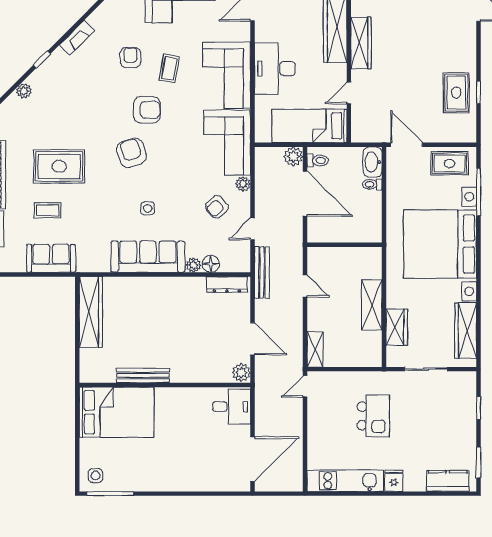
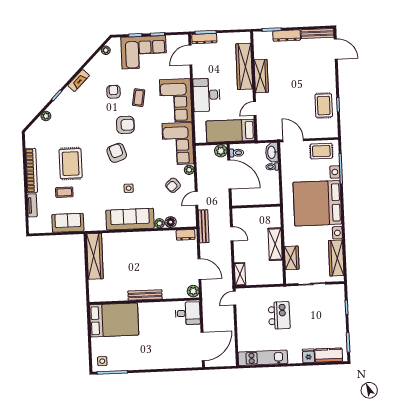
rug: (59, 166) -> (71, 164), turned 90
dresser: (227, 285) -> (186, 235), width x0.70
bench: (143, 375) -> (145, 295), moved
fridge: (394, 481) -> (308, 356), moved

